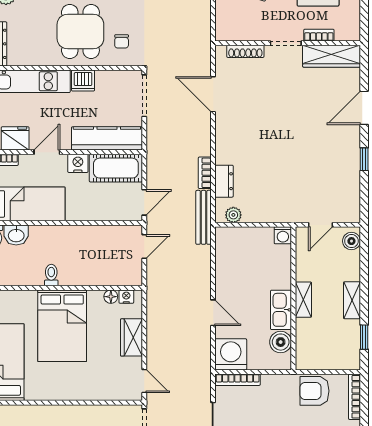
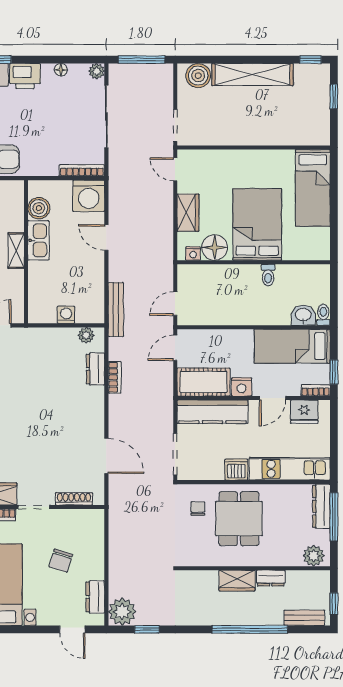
bench: (204, 217) -> (116, 310), moved
washing machine: (283, 235) -> (66, 315), moved
floor lamp: (111, 297) -> (215, 248), width x1.89, depth x1.89

